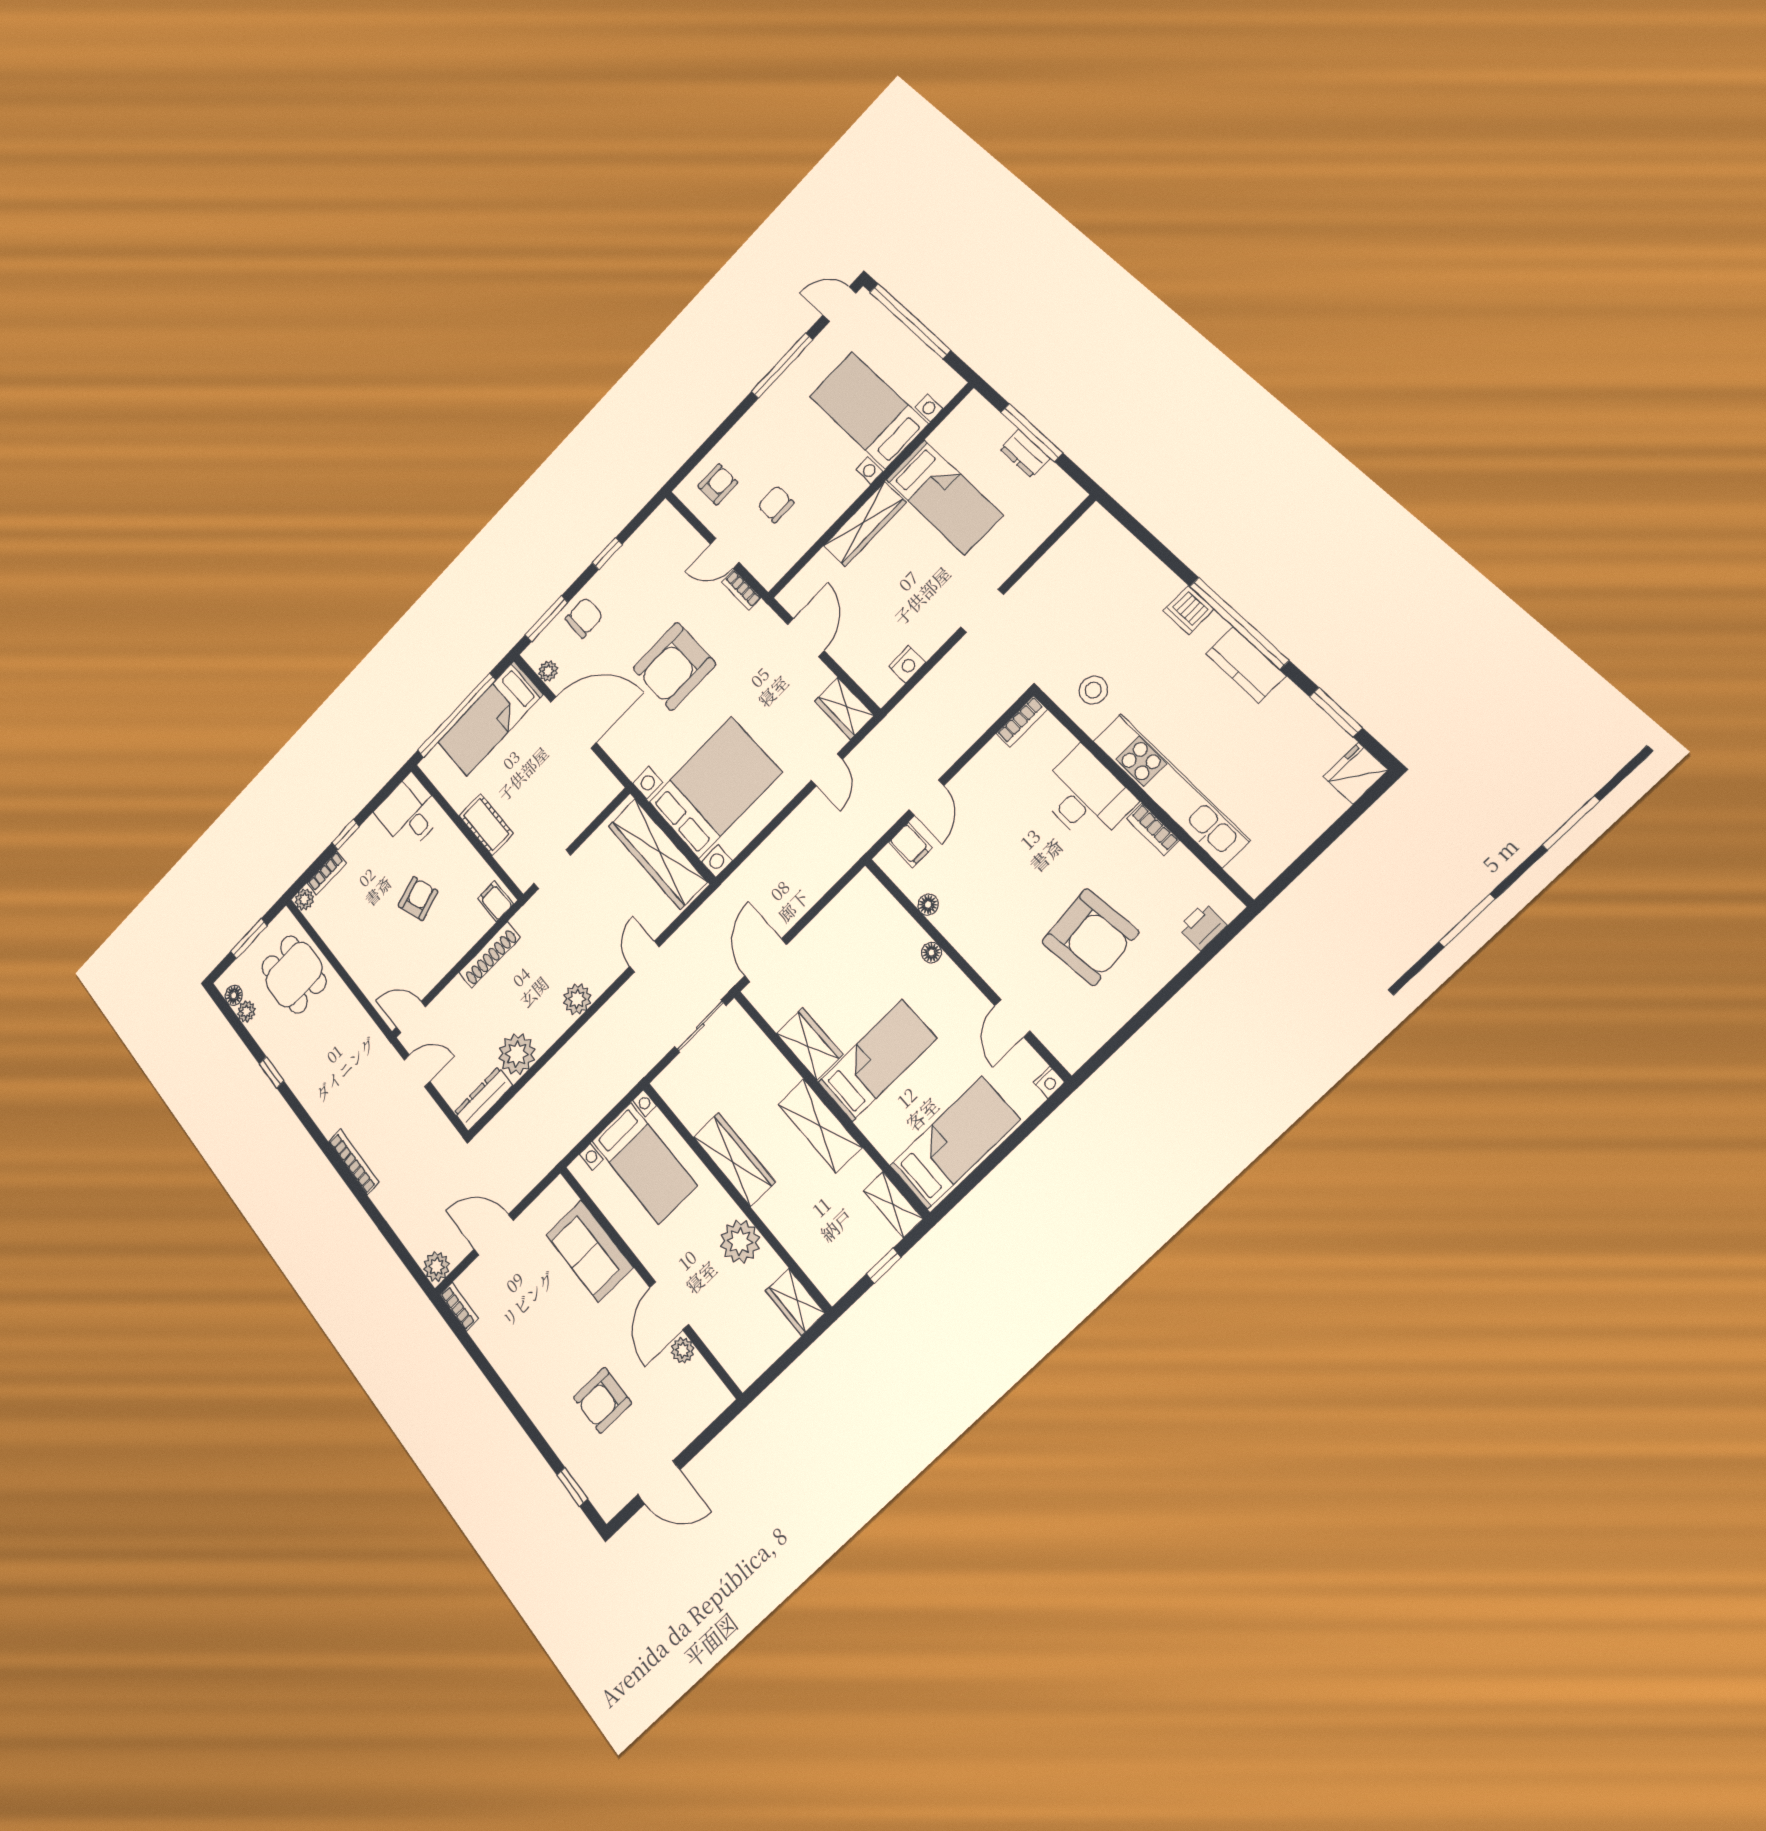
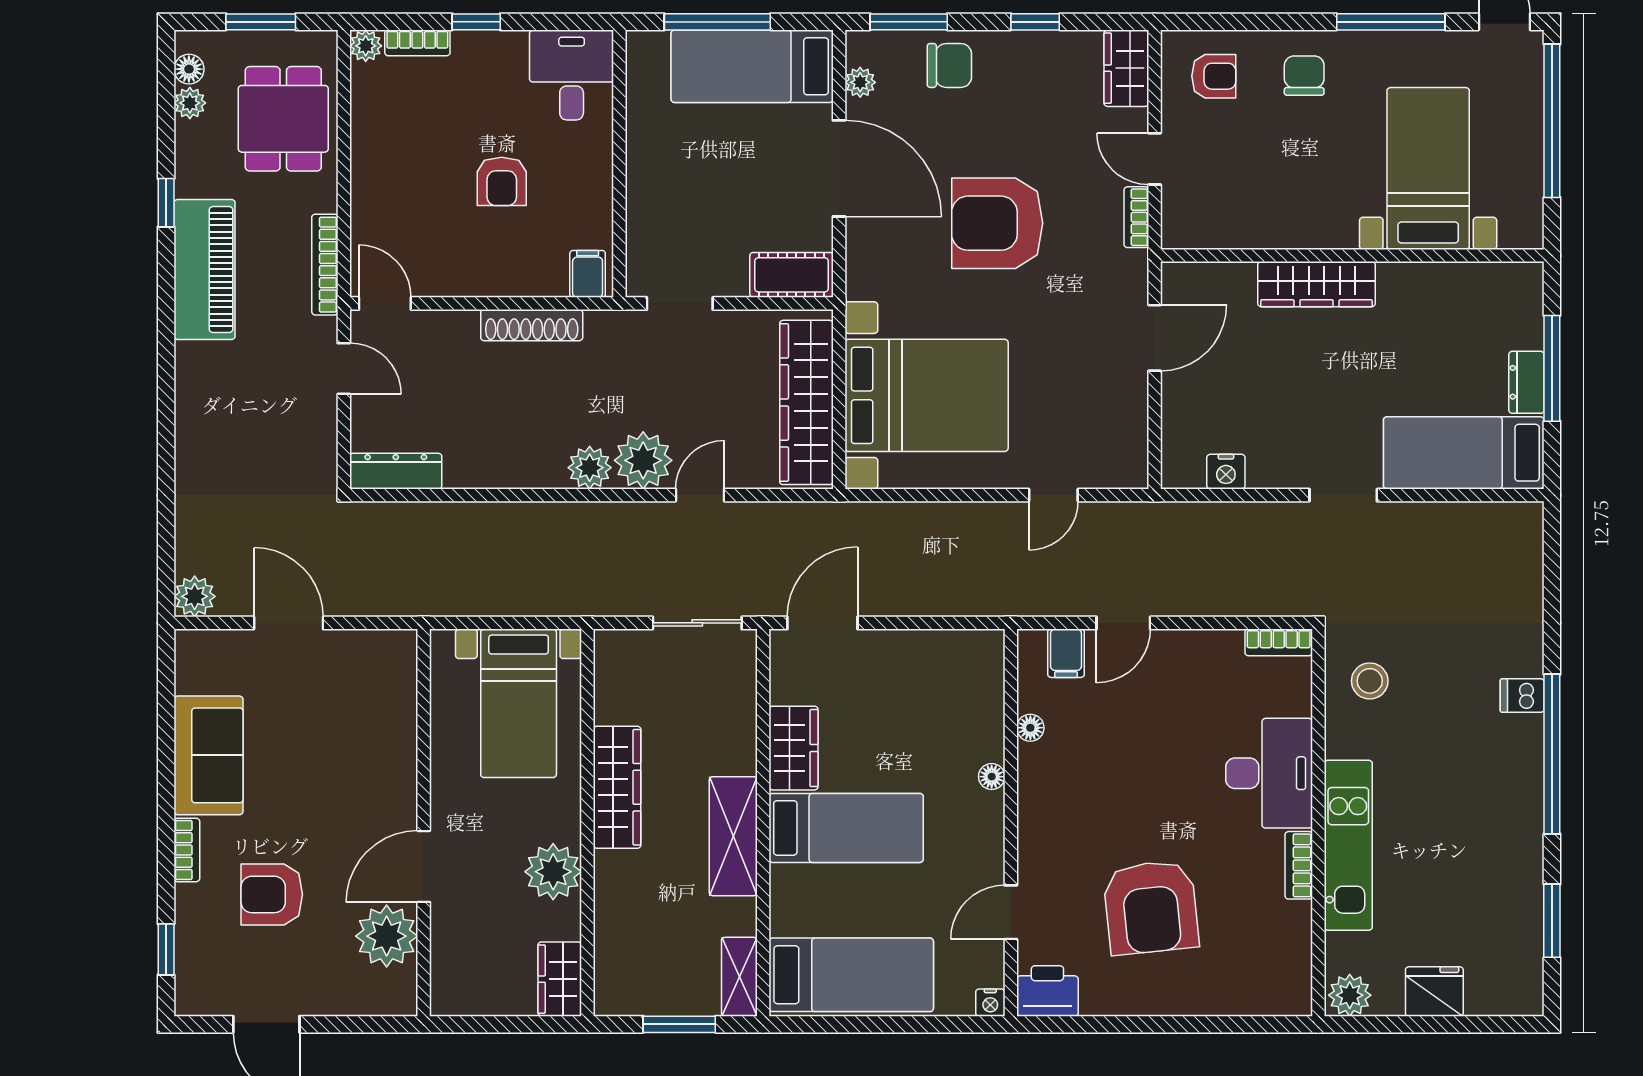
bed: (944, 497) -> (1464, 453), moved, turned 90
chair: (776, 504) -> (1304, 76), moved
dishwasher: (1189, 610) -> (1522, 696), width x0.73
kitchen counter: (1246, 665) -> (1521, 799), removed
wardrobe: (844, 708) -> (1126, 68), moved
window: (456, 715) -> (717, 22), width x0.68
fridge: (1356, 773) -> (1434, 992), moved
kitchen unit: (1171, 790) -> (1348, 845), width x0.73
cot: (486, 825) -> (792, 275), moved, turned 90
plant: (1257, 873) -> (1350, 995), added
armchair: (418, 899) -> (502, 181), turned 108
printer: (1202, 926) -> (1047, 991), moved, width x1.36, depth x1.24
plant: (517, 1054) -> (643, 460), moved
piano: (314, 1088) -> (205, 269), added
bookcase: (354, 1162) -> (325, 265), moved, turned 180
sofa: (590, 1251) -> (208, 755), moved, turned 180
window: (884, 1266) -> (679, 1024), width x1.50
bookcase: (459, 1307) -> (187, 850), moved
plant: (683, 1350) -> (387, 936), width x1.88, depth x1.88

